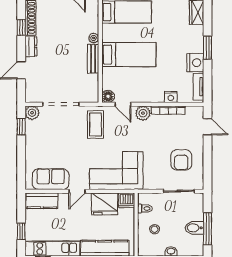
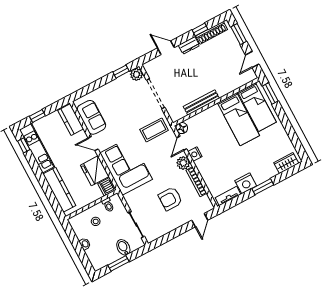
plant: (94, 38) -> (222, 92), removed
bed: (129, 55) -> (238, 119), moved
bench: (93, 59) -> (201, 102), width x1.36
nightstand: (171, 97) -> (195, 154), moved
armchair: (181, 160) -> (170, 199), moved
bidet: (194, 228) -> (123, 247), moved
window: (207, 229) -> (118, 263), width x0.69

